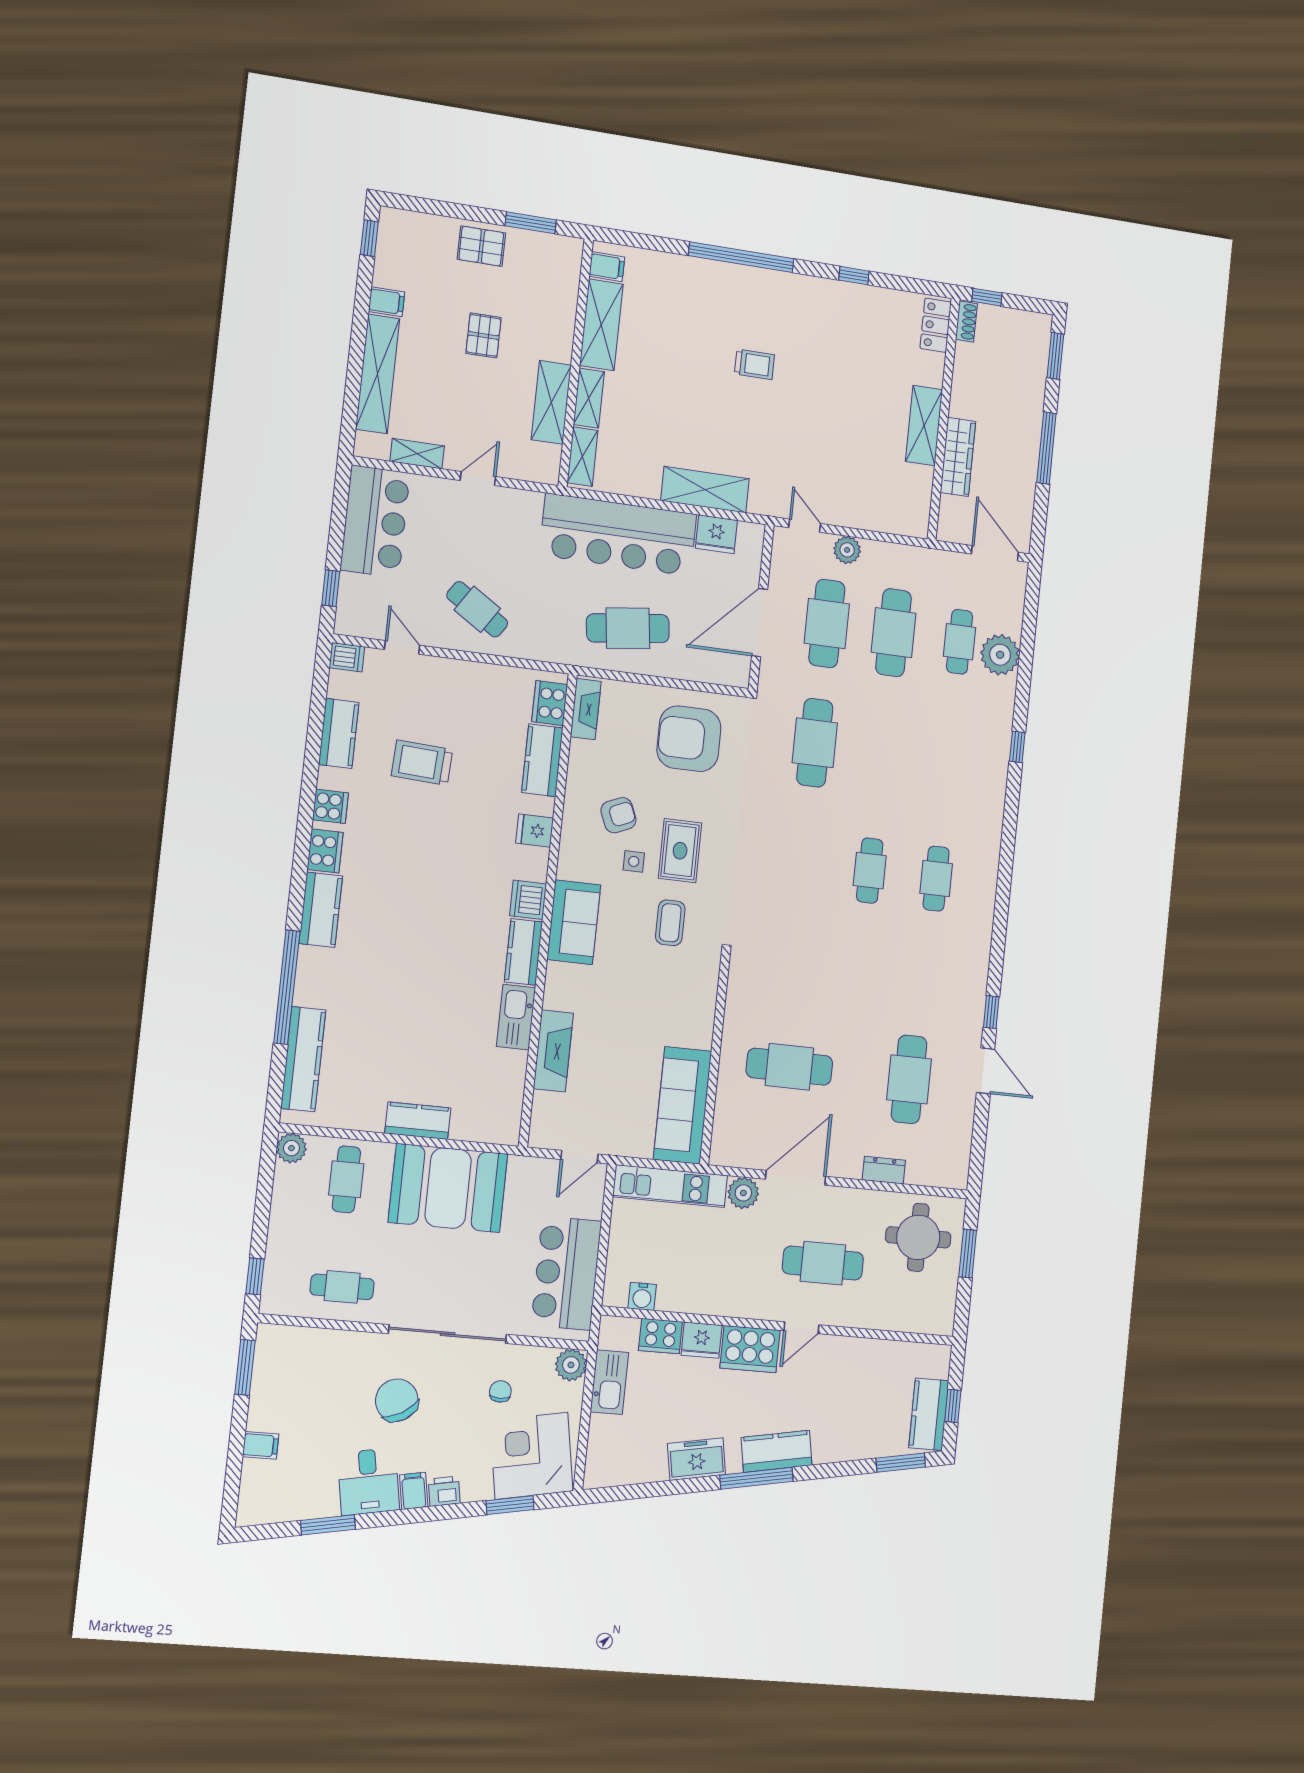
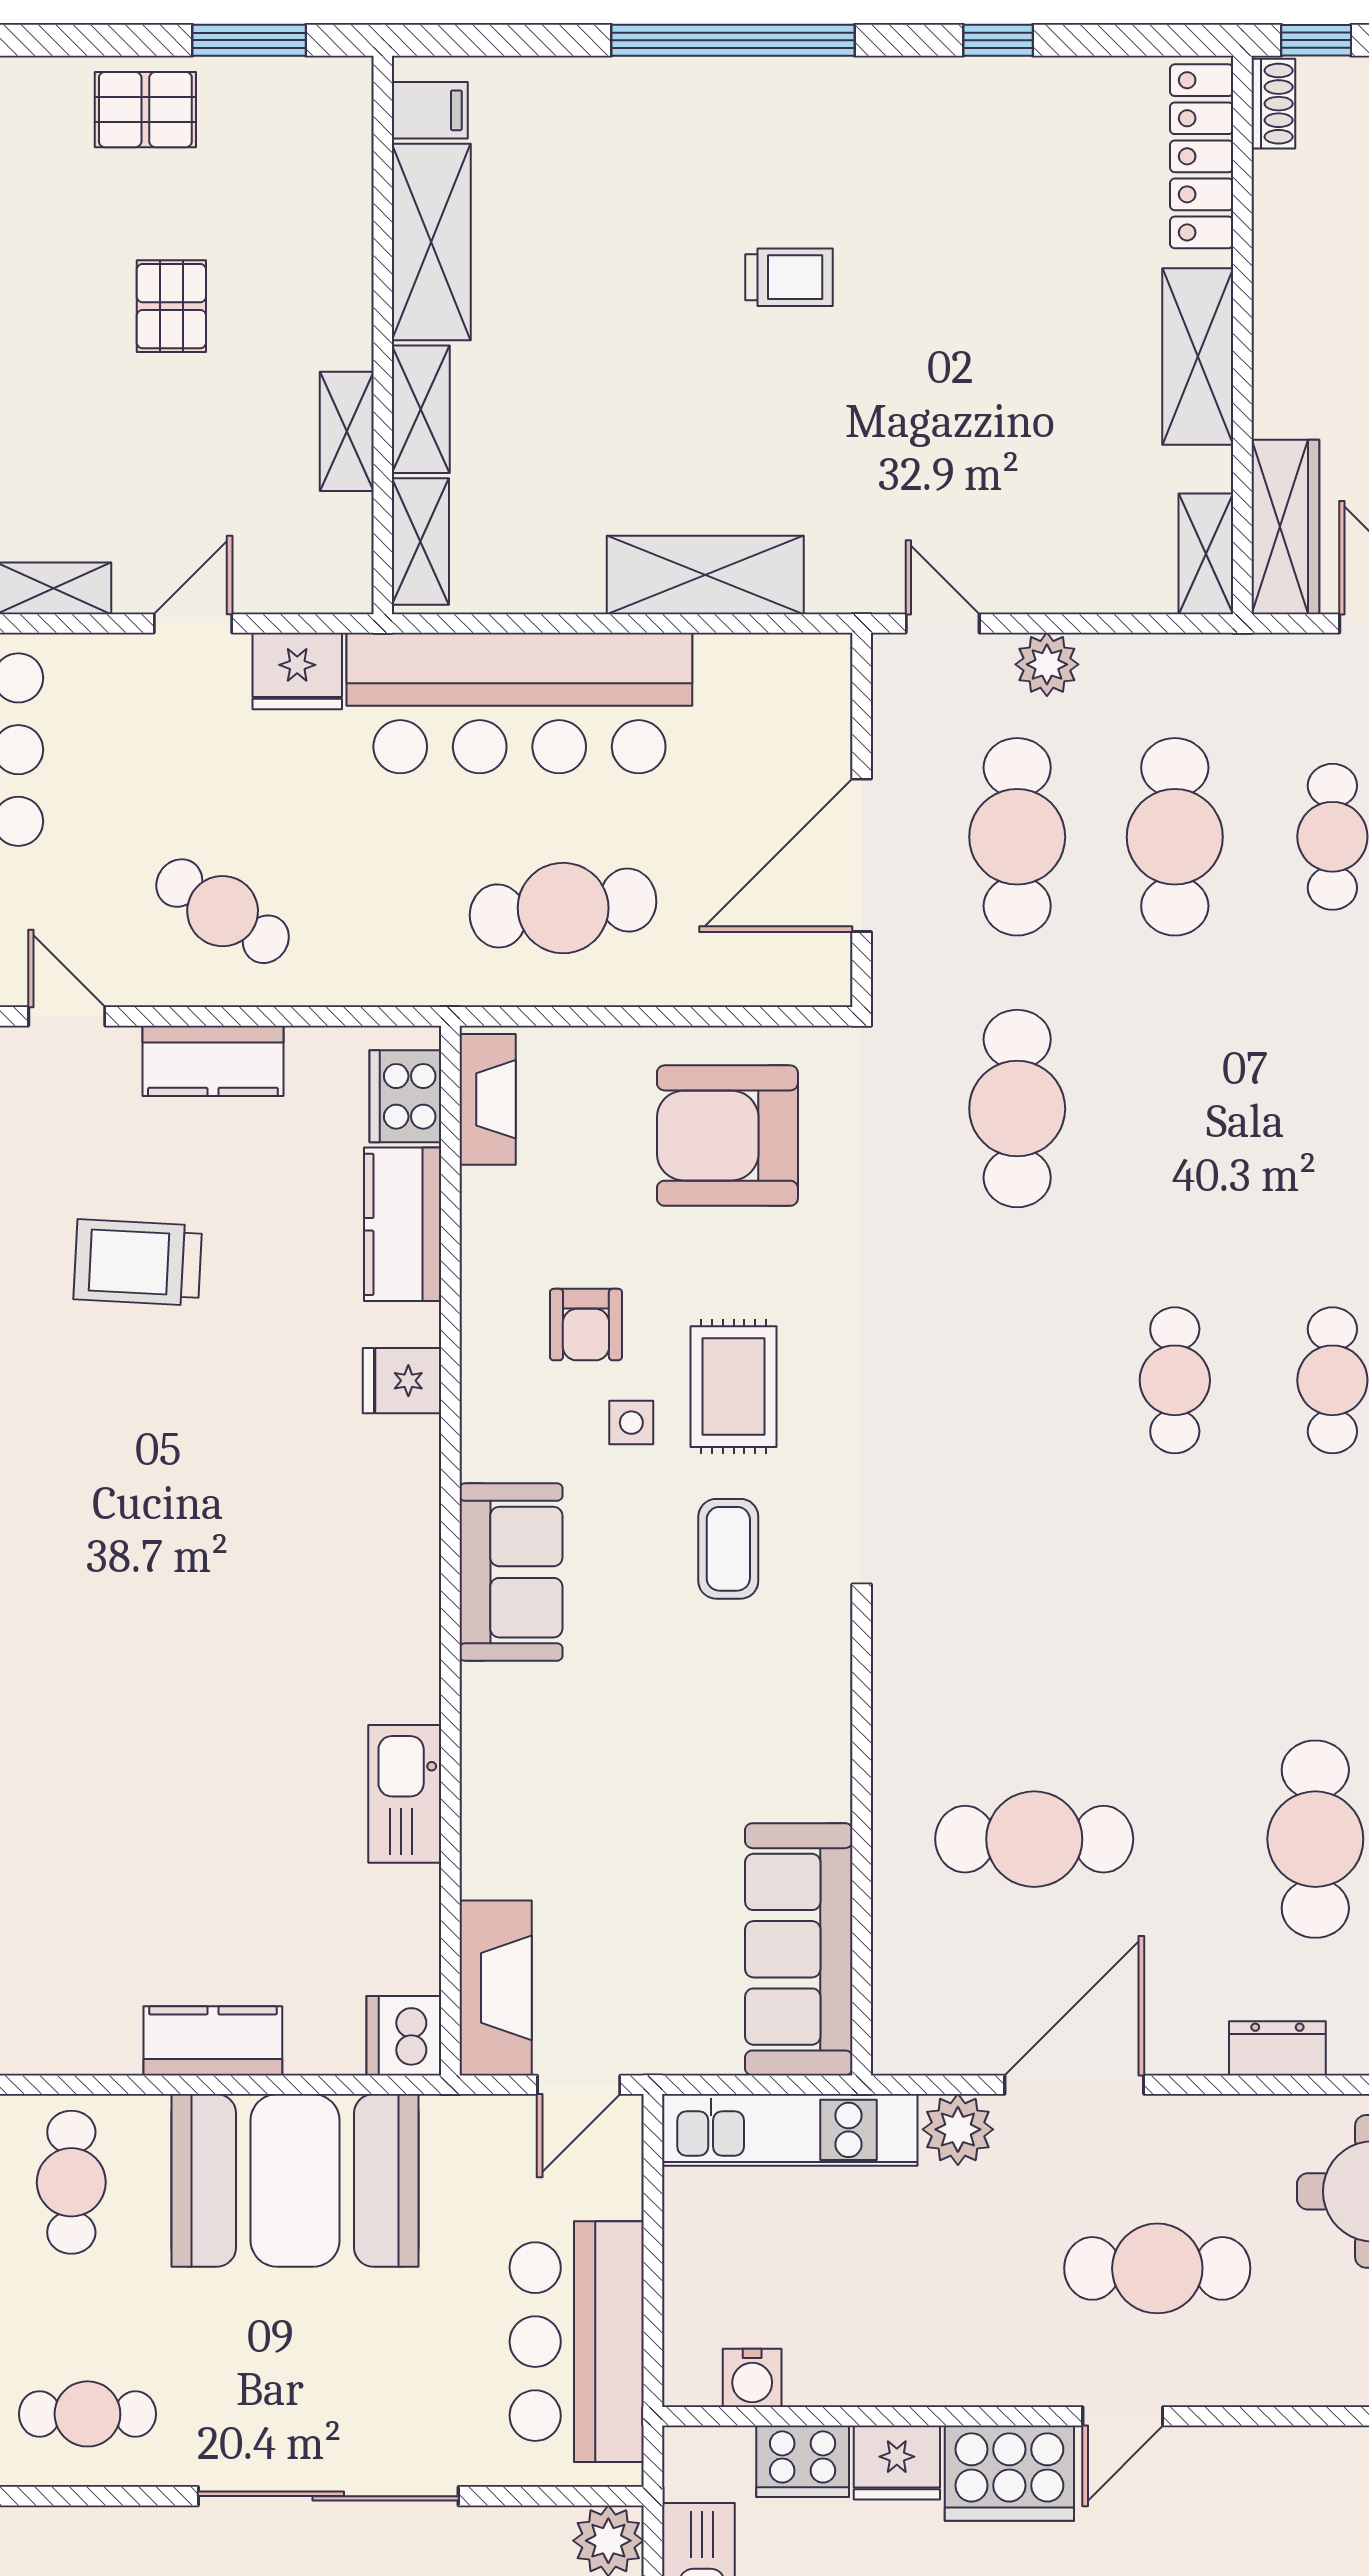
locker: (936, 325) -> (1202, 156), width x1.53
shelving: (551, 402) -> (347, 431), width x0.67, depth x0.75
wardrobe: (958, 457) -> (1285, 527), moved
shelving: (919, 511) -> (1206, 554), added
fridge: (716, 534) -> (297, 671), moved
armchair: (618, 815) -> (586, 1325), turned 113
dishwasher: (528, 900) -> (404, 2036), moved
kitchen counter: (523, 952) -> (213, 1061), moved, turned -90
fireplace: (553, 1051) -> (496, 1988), moved

